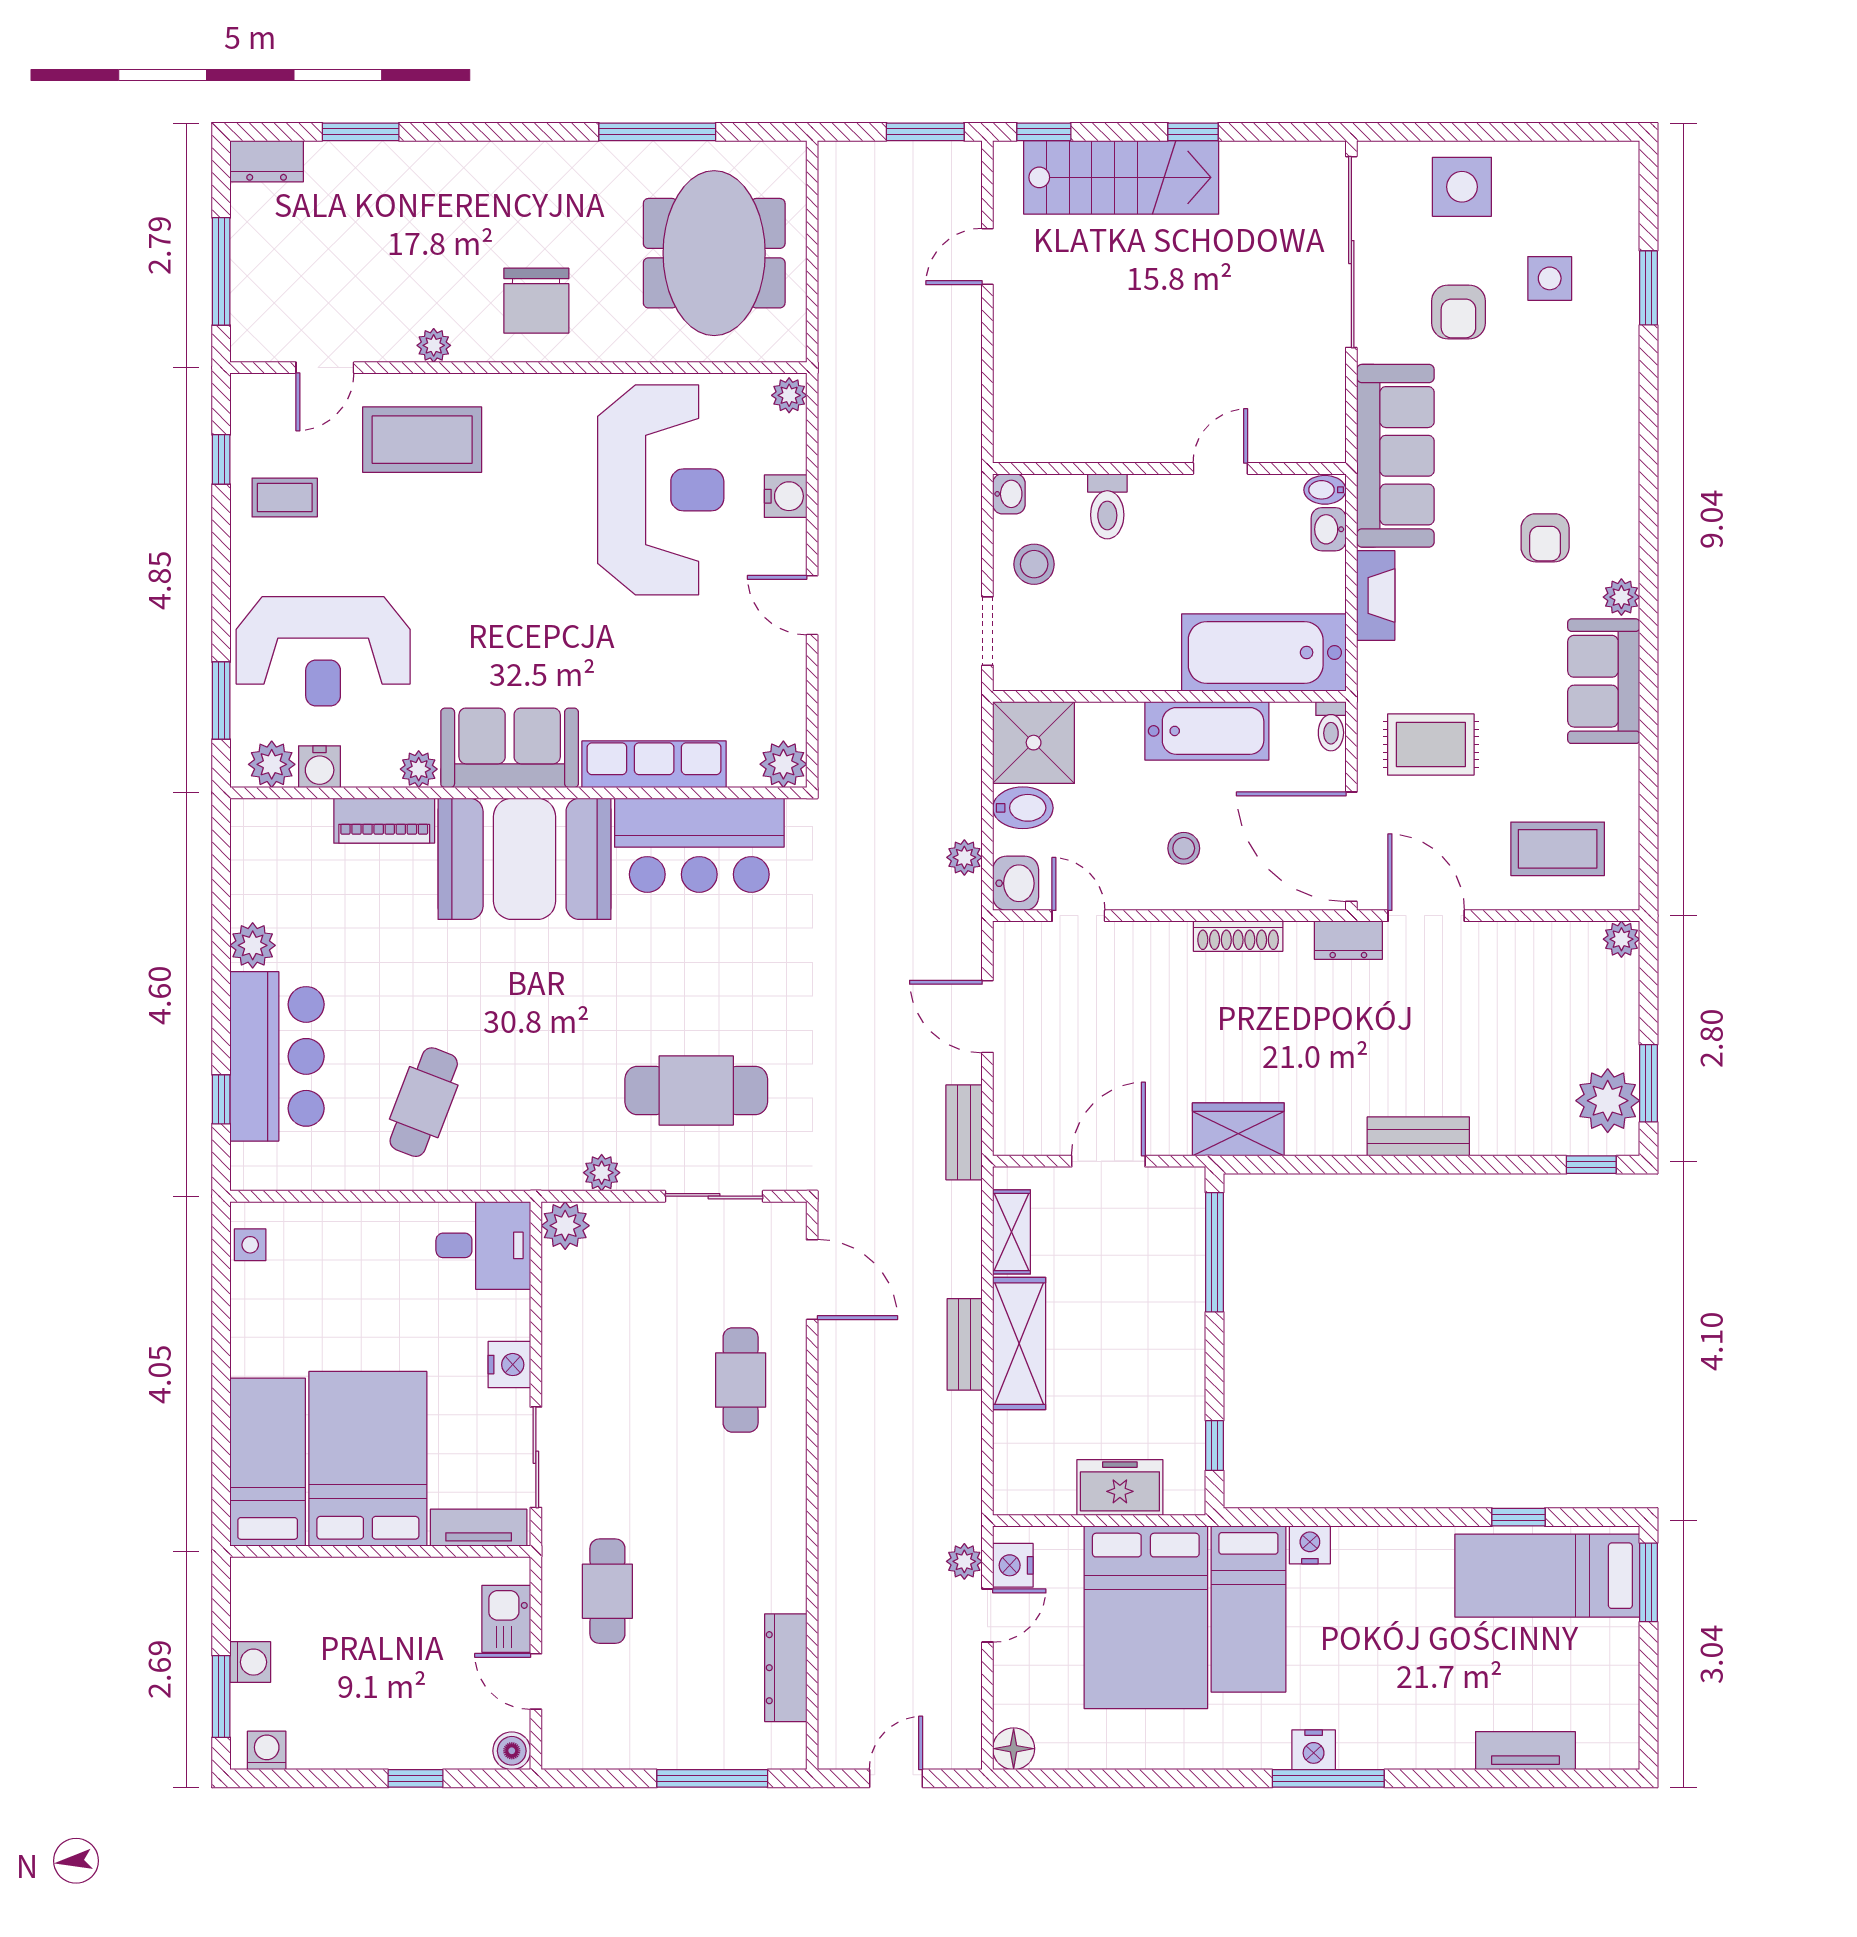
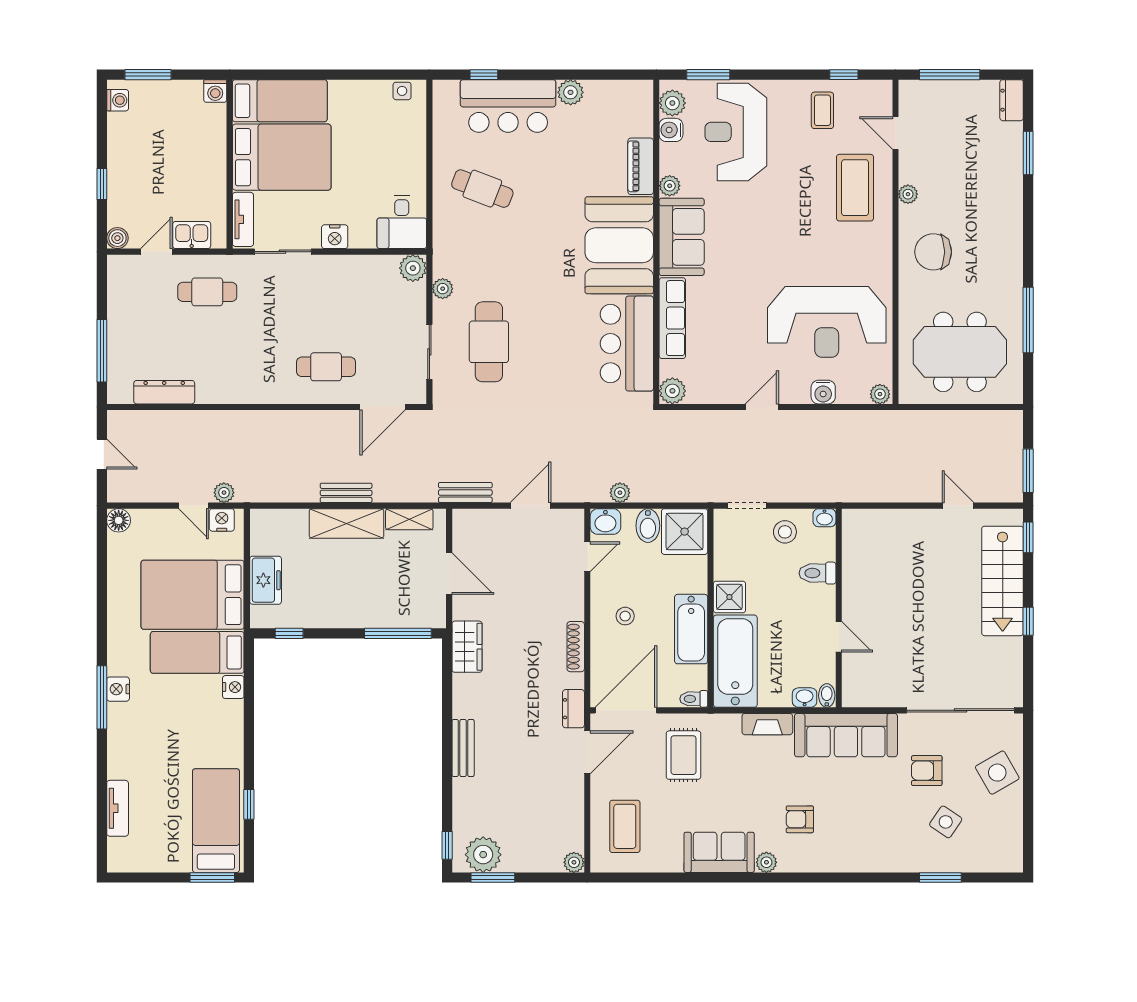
side table: (1462, 187) -> (997, 773), turned -30
side table: (1550, 278) -> (946, 822), turned 34
shower: (1150, 663) -> (729, 597), added
washing machine: (250, 1662) -> (215, 91), moved

